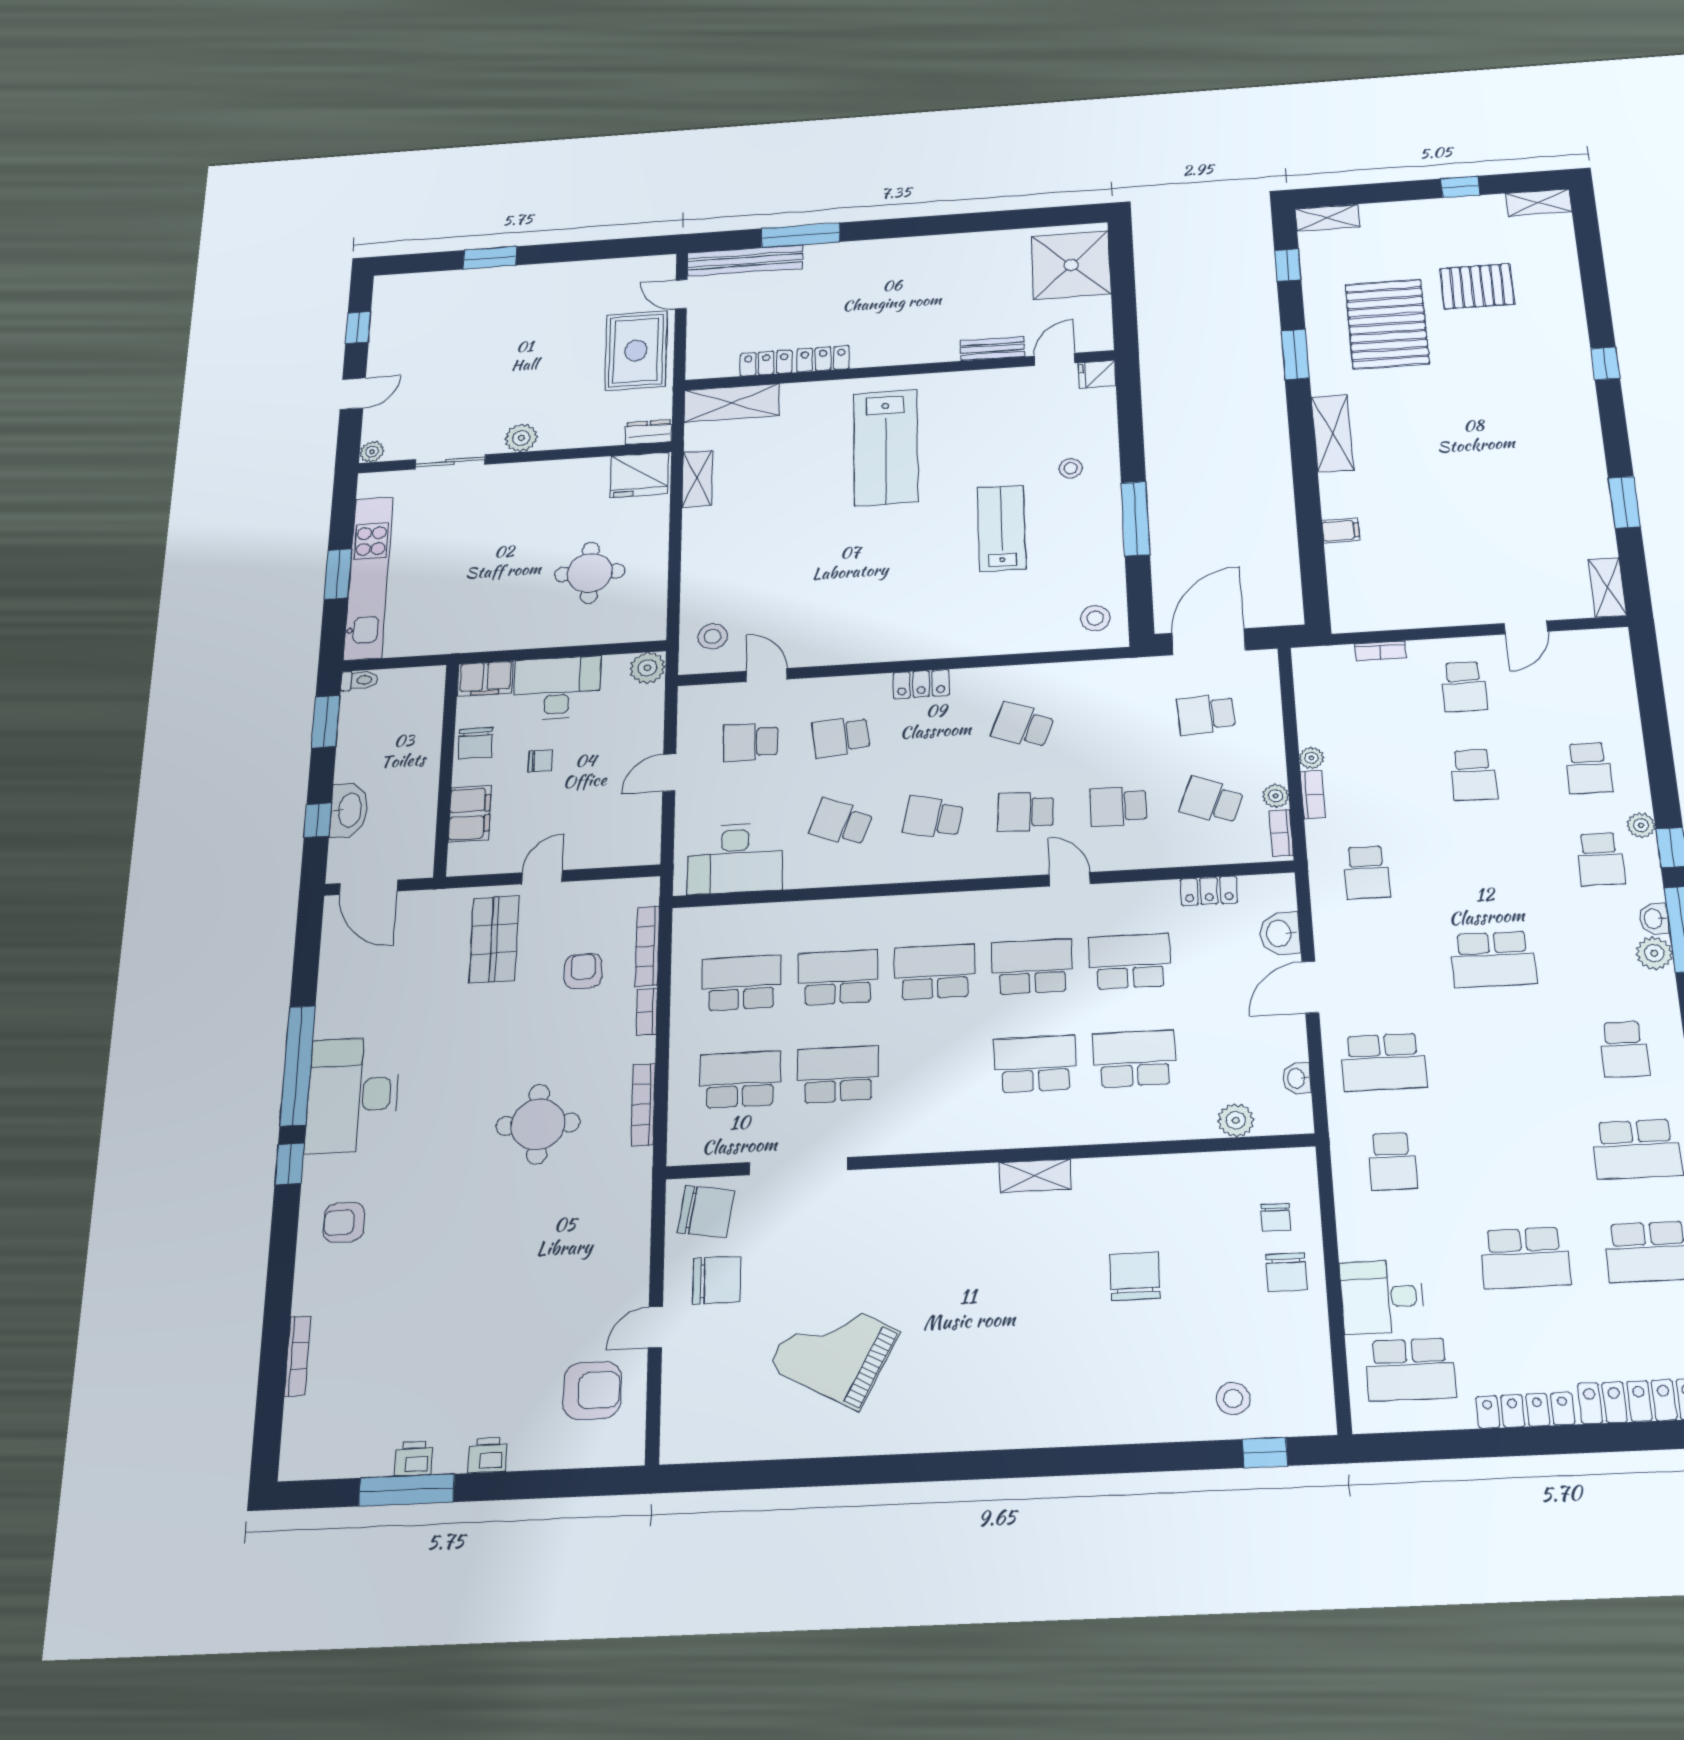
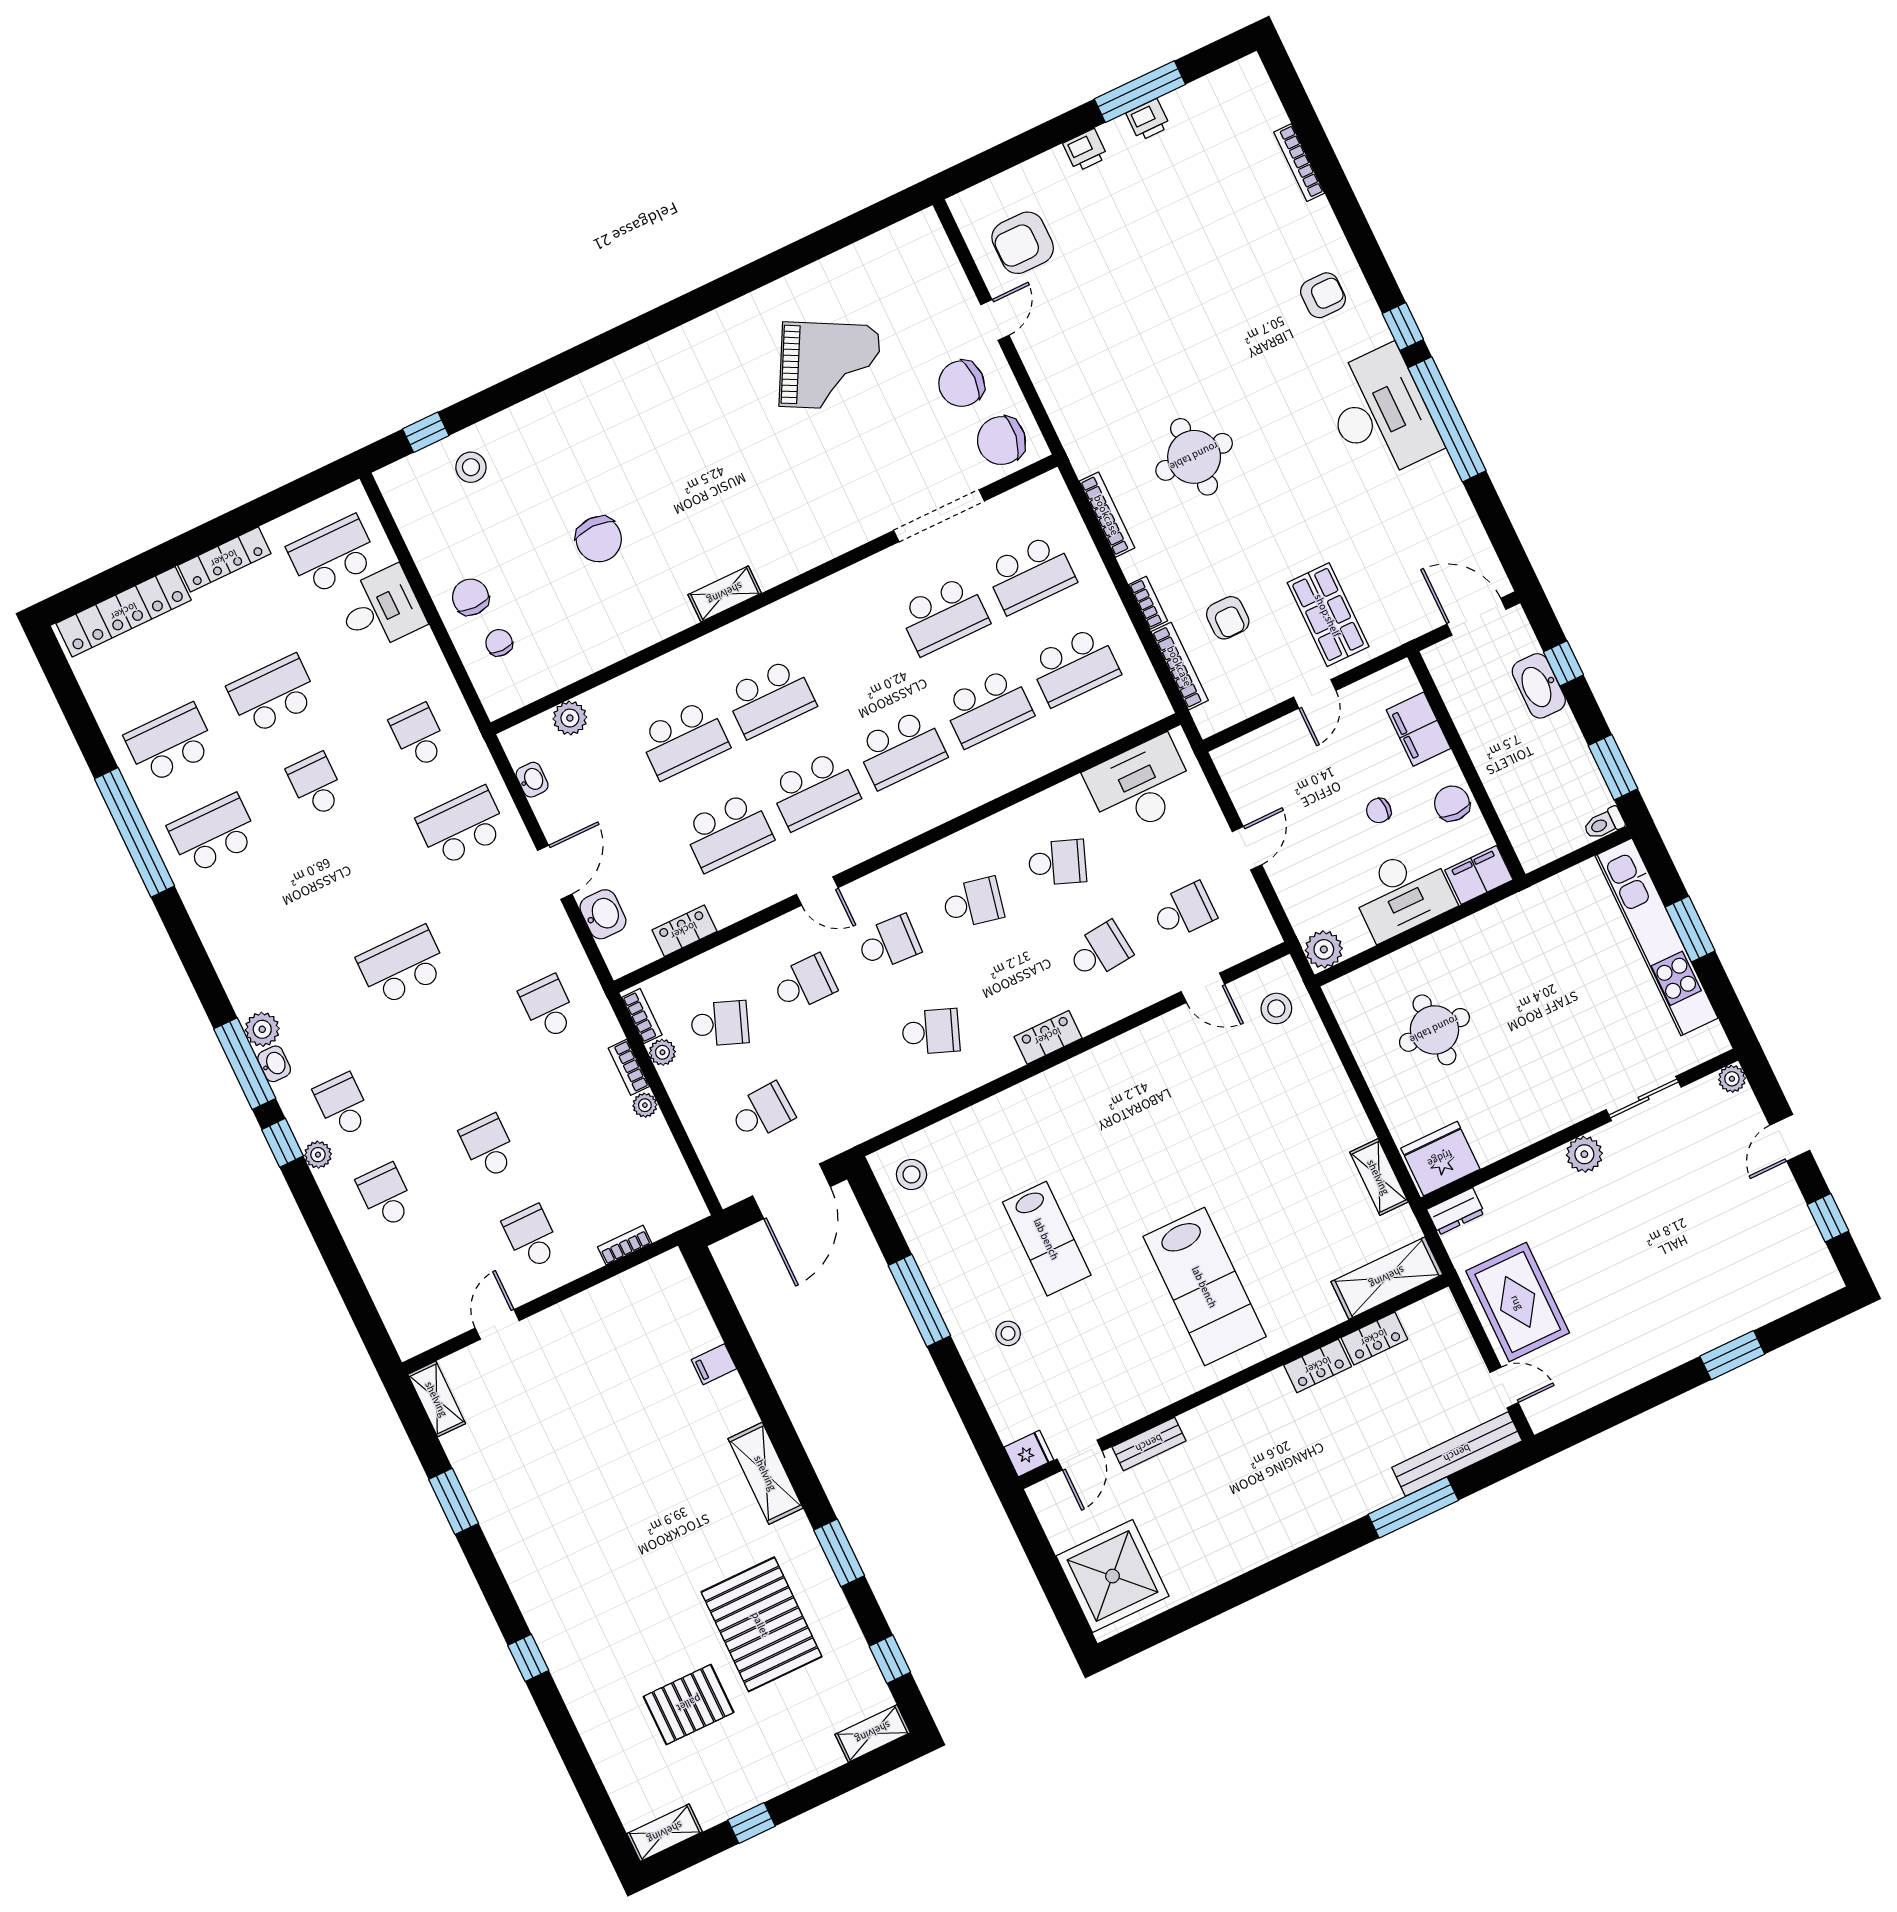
lab bench: (886, 447) -> (1205, 1287), turned 180
school desk: (1624, 1049) -> (316, 785), moved

